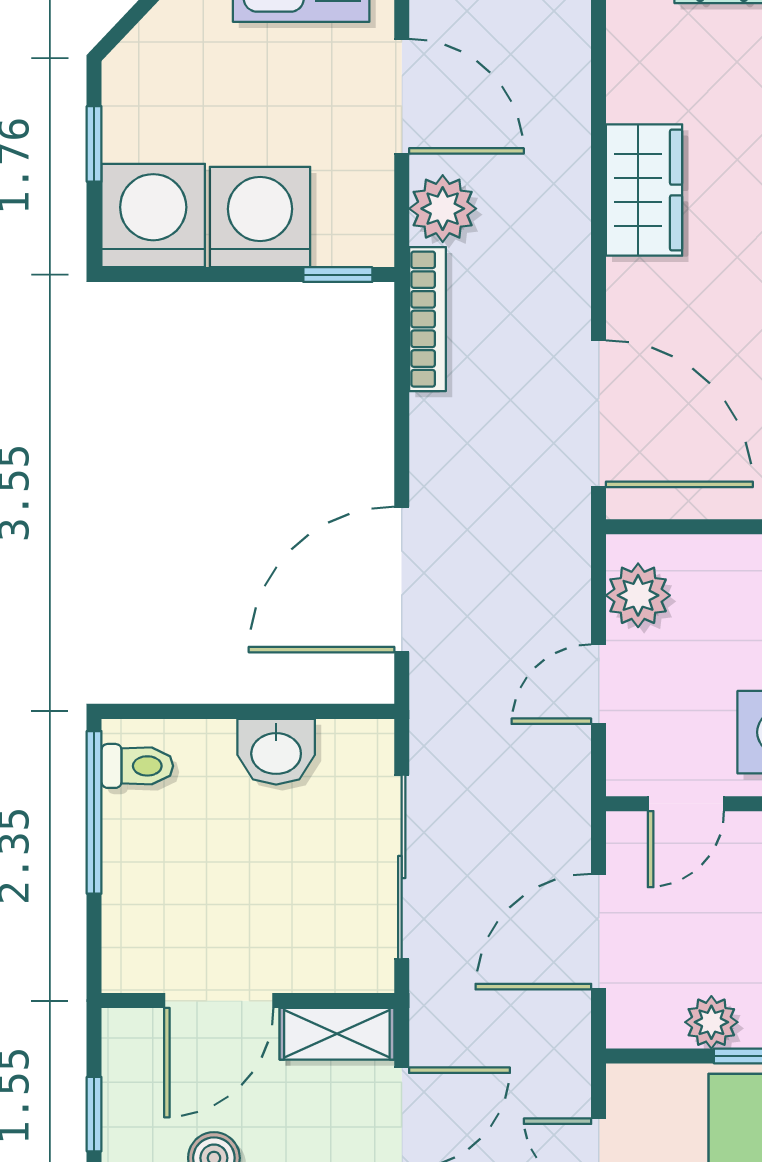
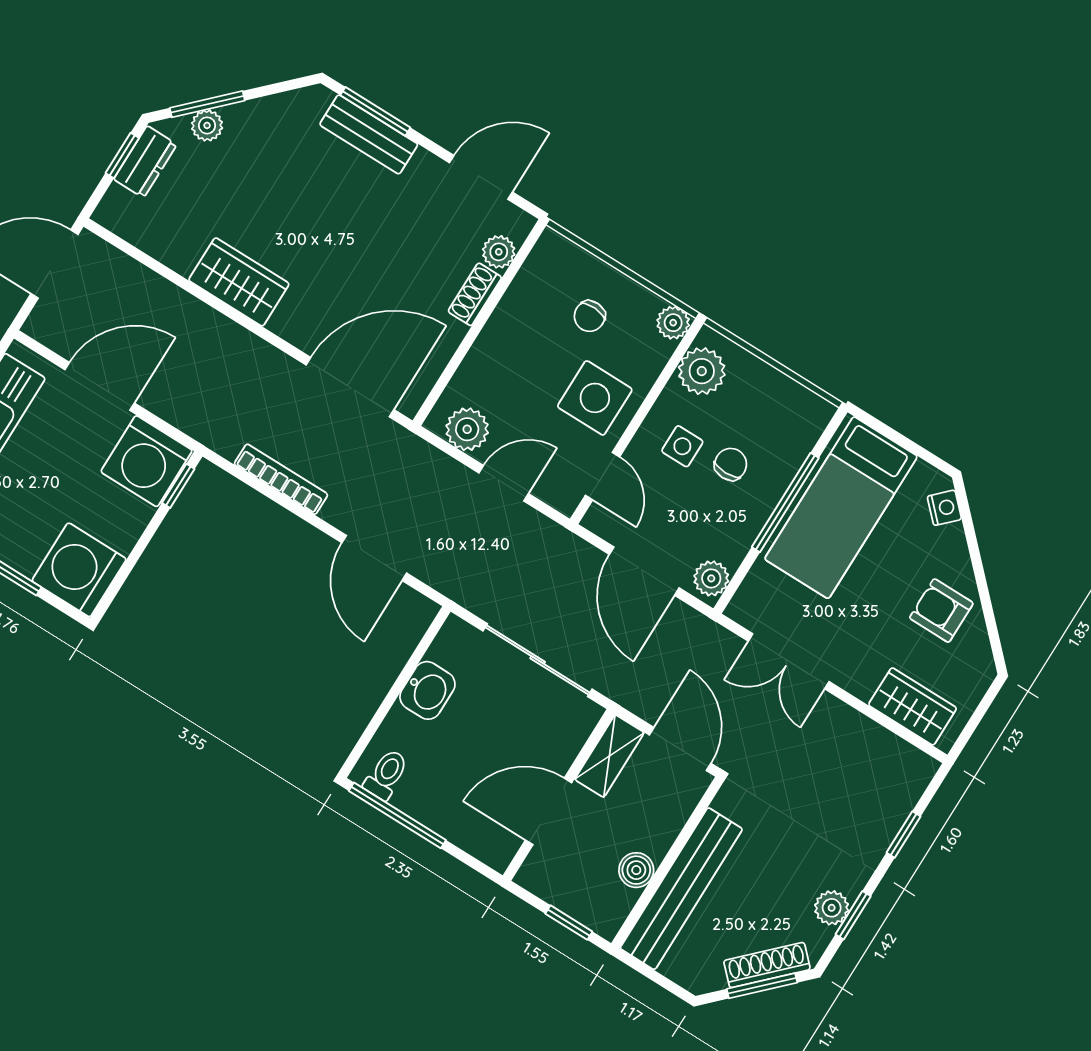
plant: (443, 209) -> (178, 403), removed
washing machine: (260, 217) -> (147, 461), moved, turned -90
bookcase: (428, 319) -> (281, 479), moved
door: (402, 580) -> (374, 558), width x0.73
door: (599, 684) -> (504, 483), swing flipped
door: (219, 1001) -> (549, 811), swing flipped
plant: (711, 1022) -> (711, 578), moved

